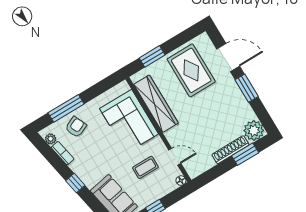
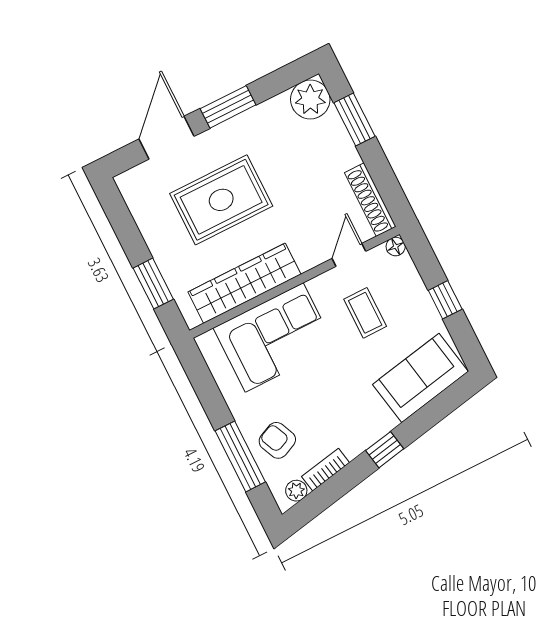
rug: (191, 70) -> (221, 200), moved
shoe rack: (230, 150) -> (370, 200), moved

